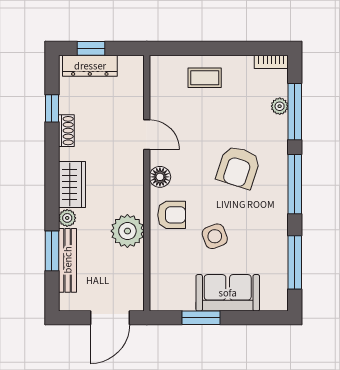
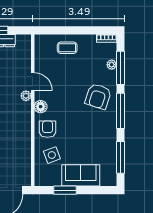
armchair: (238, 167) -> (98, 96), moved
armchair: (172, 215) -> (48, 129), turned -90
plant: (127, 231) -> (26, 96), moved, width x0.53, depth x0.53
side table: (215, 236) -> (52, 155), moved

